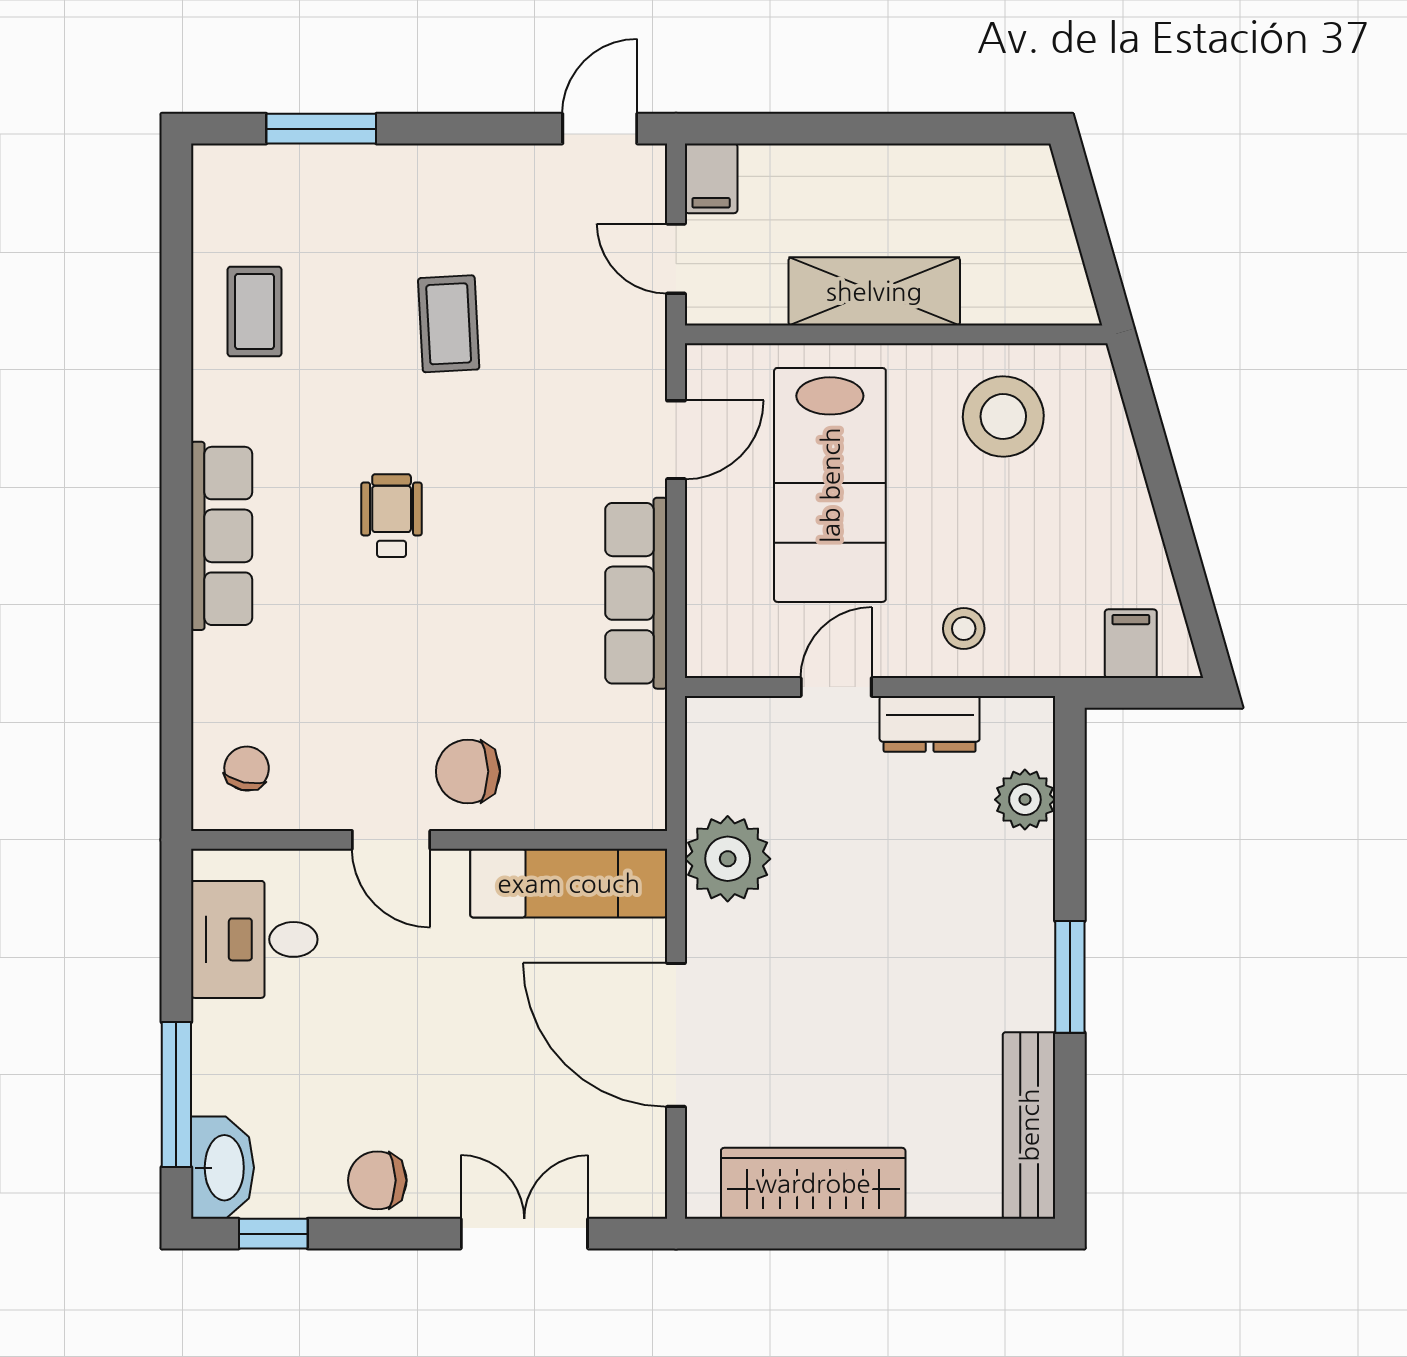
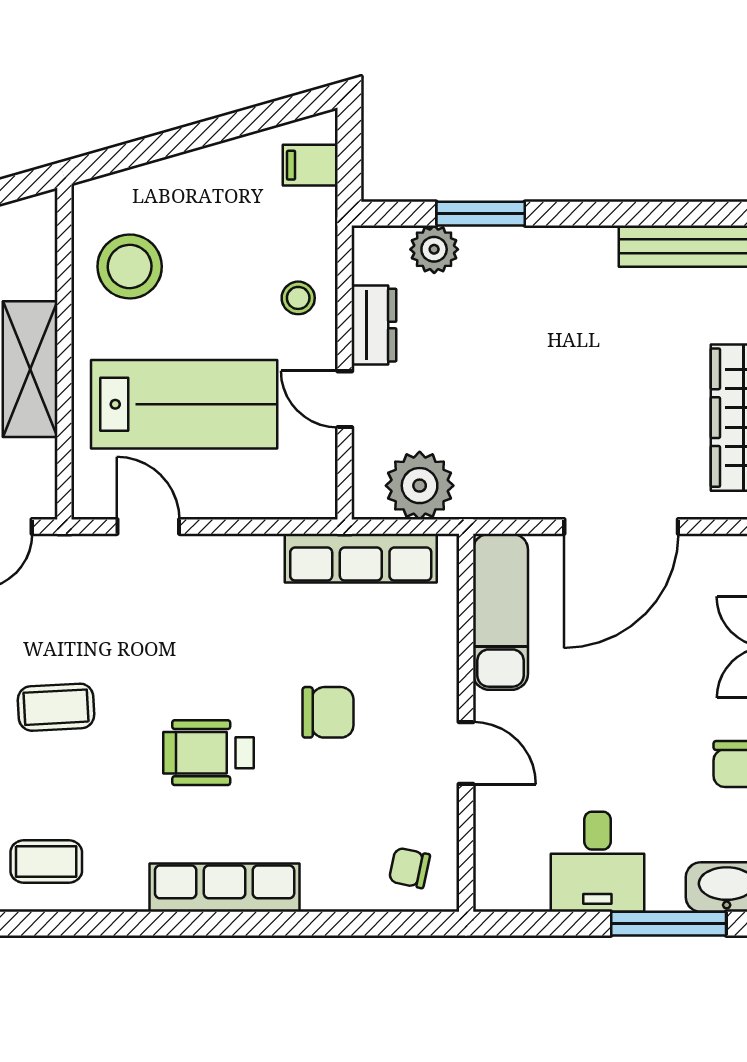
wheelchair: (392, 516) -> (208, 753), width x1.36, depth x1.37
row of seats: (636, 593) -> (361, 558), moved
chair: (468, 771) -> (328, 712), moved, turned -90
door: (391, 840) -> (466, 753), hinge flipped
plant: (728, 859) -> (420, 486), moved
desk: (254, 939) -> (597, 862), moved
window: (1070, 977) -> (481, 214), moved

